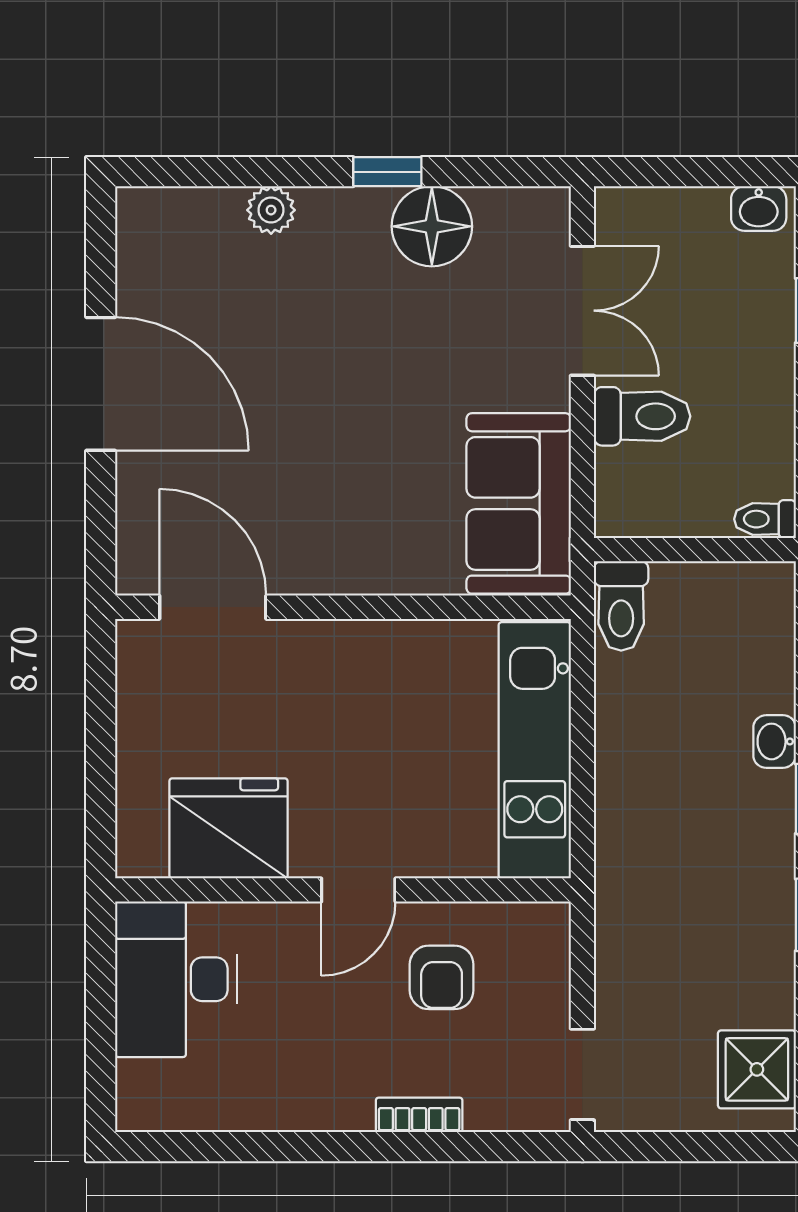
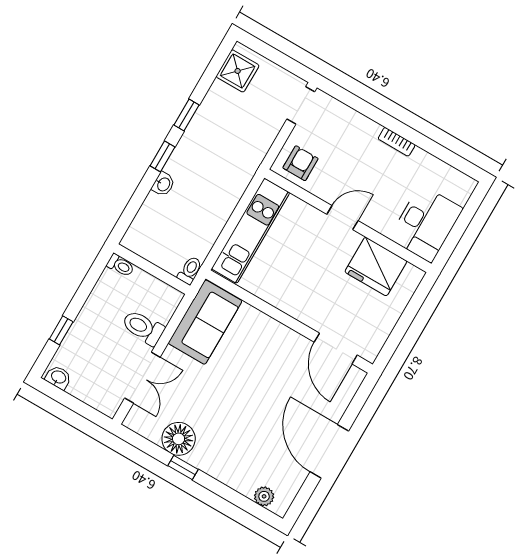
plant: (271, 210) -> (264, 496), moved
double door: (582, 311) -> (142, 378), swing flipped
toilet: (621, 606) -> (190, 270), width x0.73, depth x0.72
armchair: (442, 977) -> (301, 163), moved
bookcase: (419, 1115) -> (397, 142), moved

